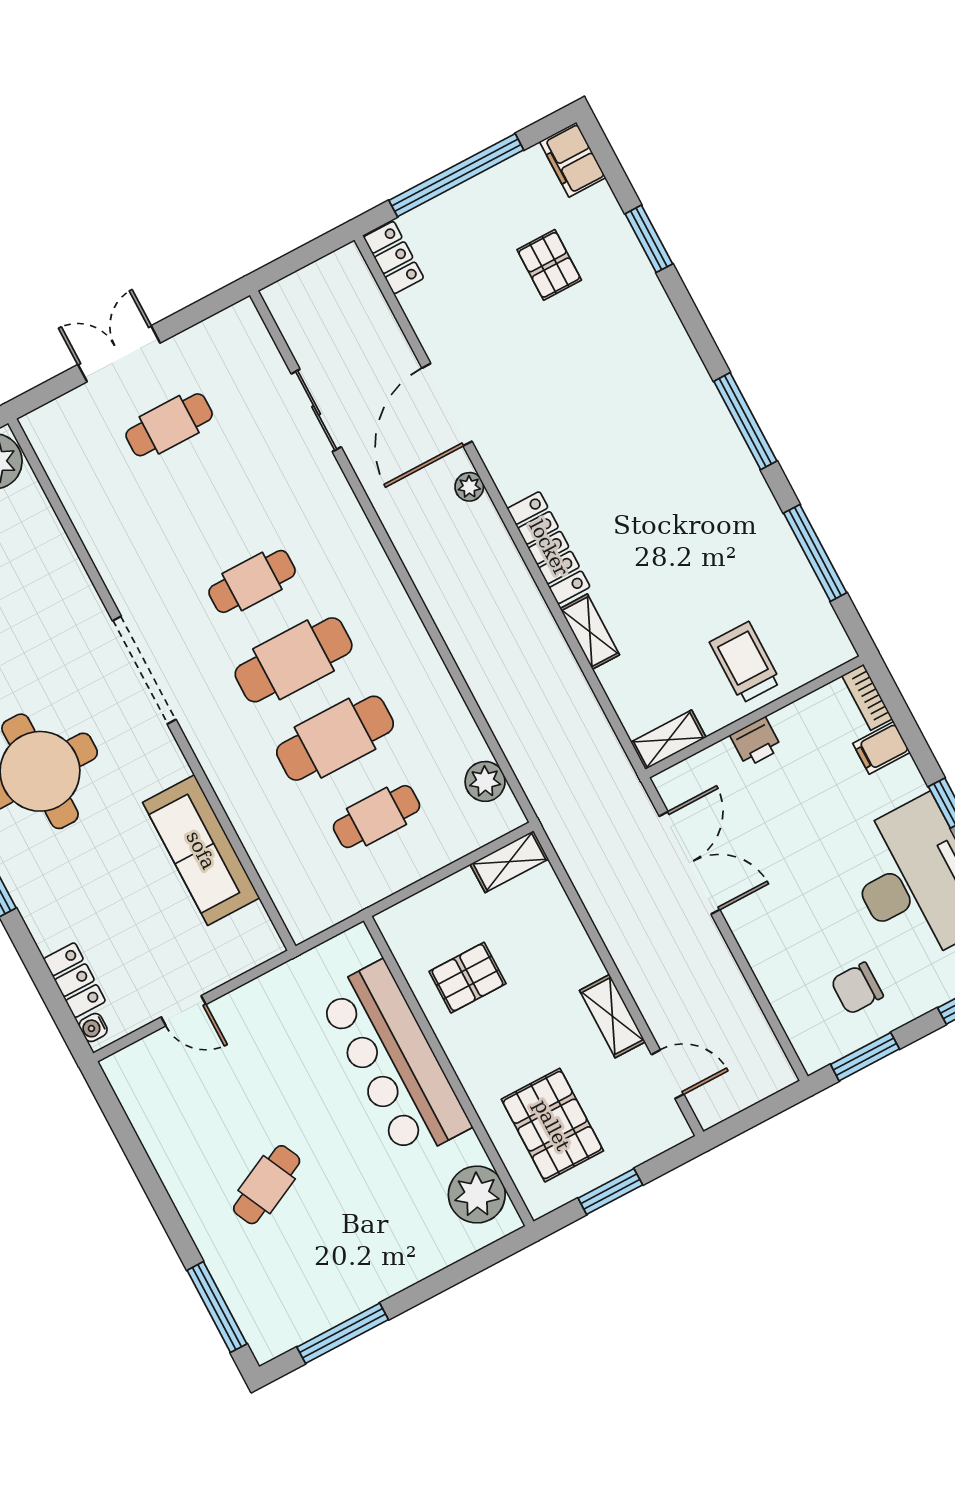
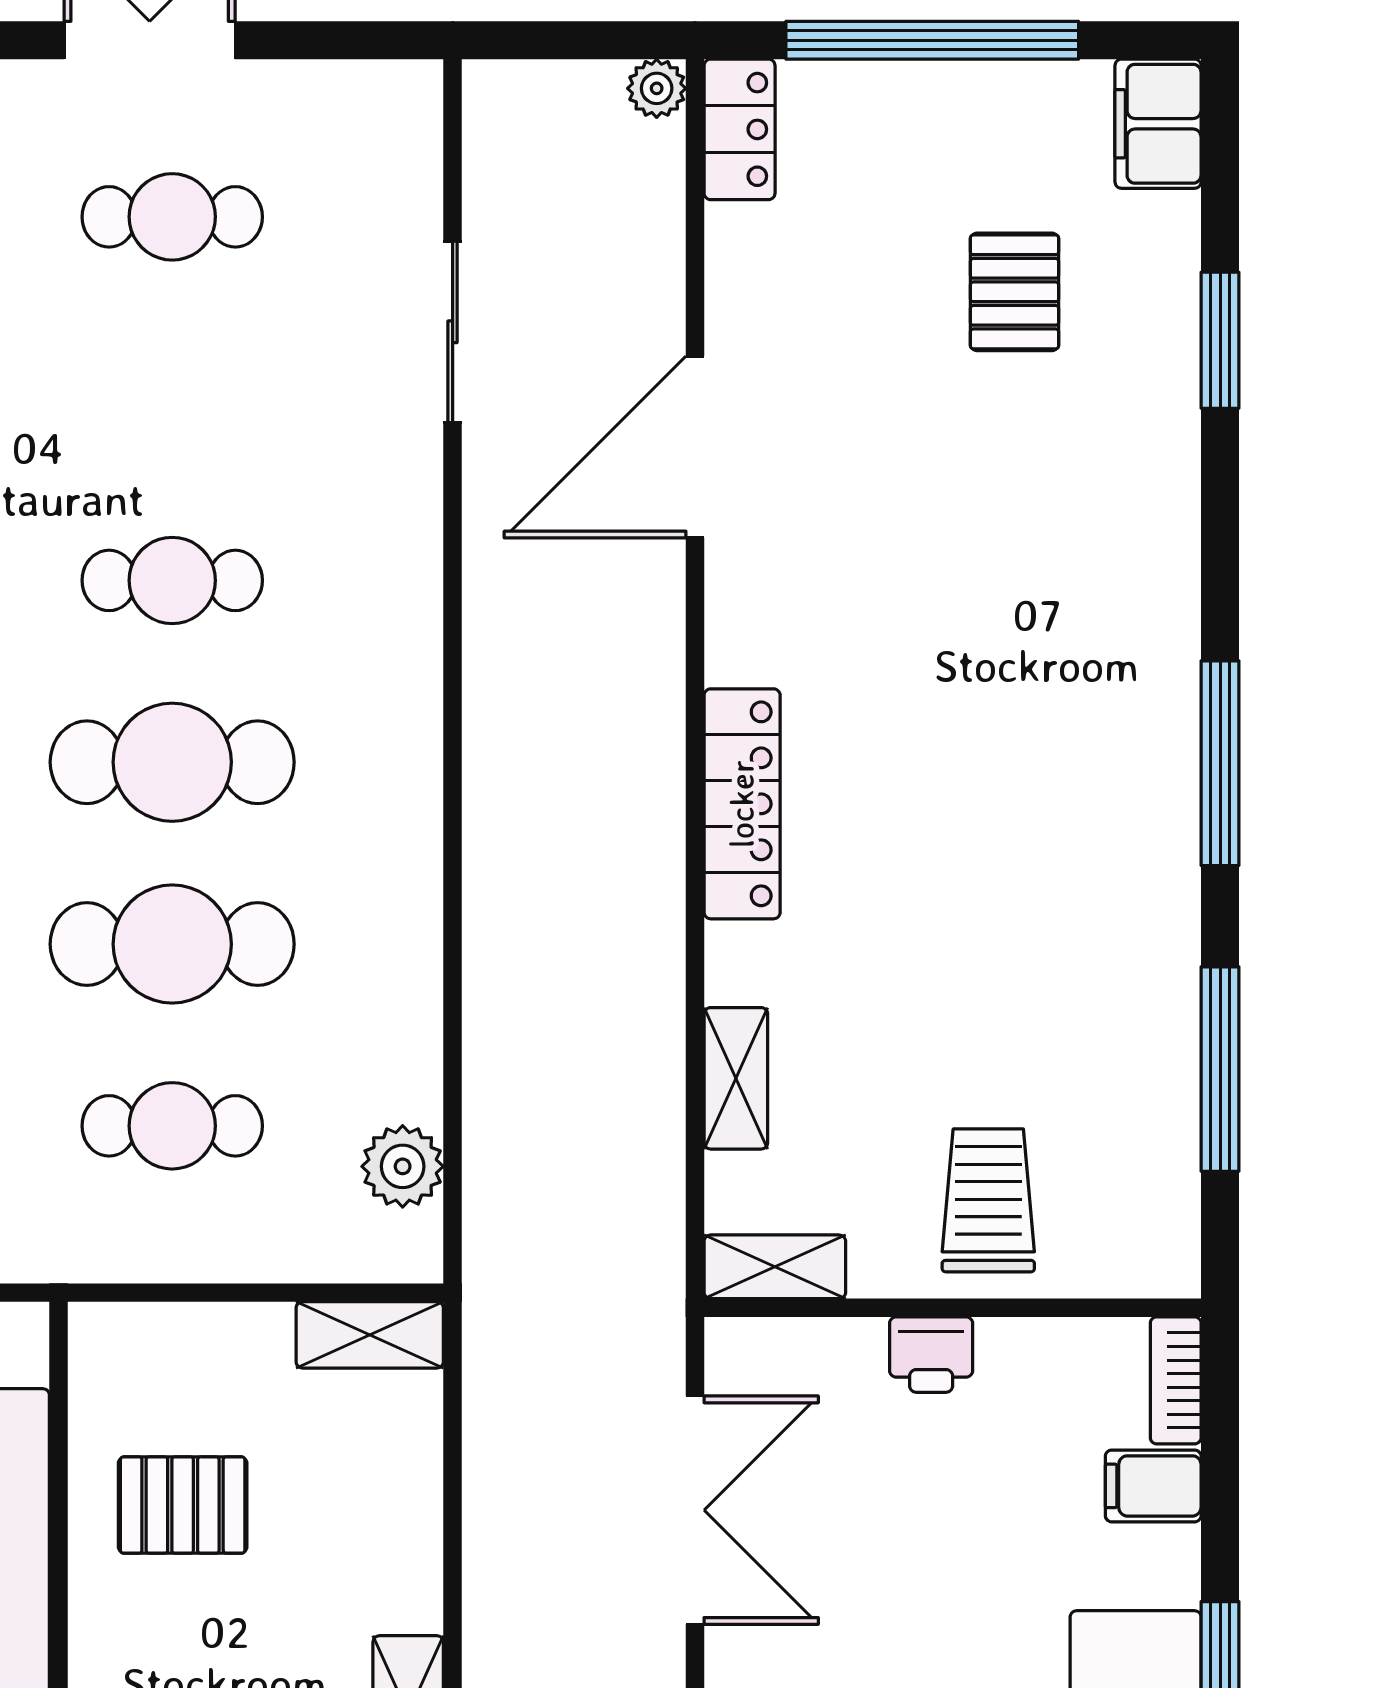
plant: (469, 487) -> (657, 88), moved
shelving: (590, 632) -> (736, 1078), moved

